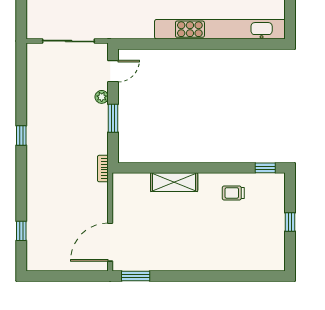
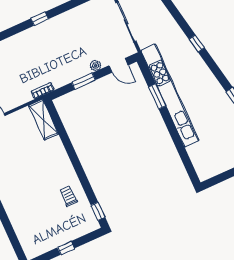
kitchen unit: (220, 29) -> (170, 95), moved
window: (167, 44) -> (157, 96), added
shelving: (174, 182) -> (44, 120), moved

